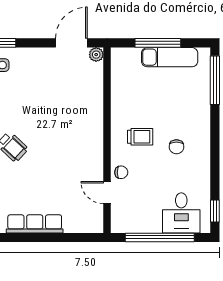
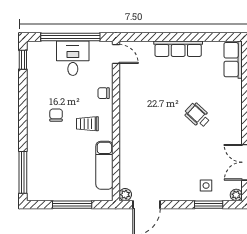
exam couch: (170, 57) -> (104, 165), moved, turned -90
door: (107, 193) -> (116, 54), moved
desk: (181, 213) -> (73, 58), moved

